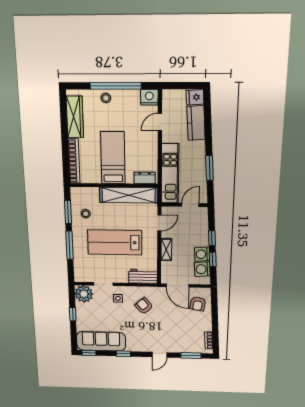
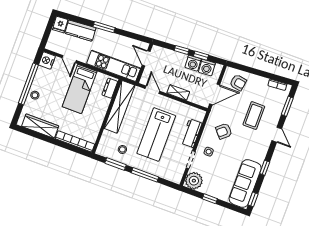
bed: (113, 158) -> (80, 89), moved, turned -90
window: (209, 168) -> (104, 27), moved
workbench: (143, 276) -> (191, 133), moved
coffee table: (170, 329) -> (254, 116), added

